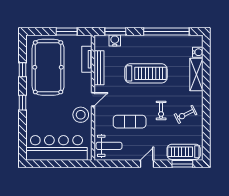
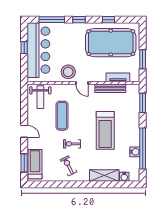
water cooler: (115, 40) -> (135, 152), moved
window: (22, 133) -> (52, 20), added
window: (54, 164) -> (24, 48), added

